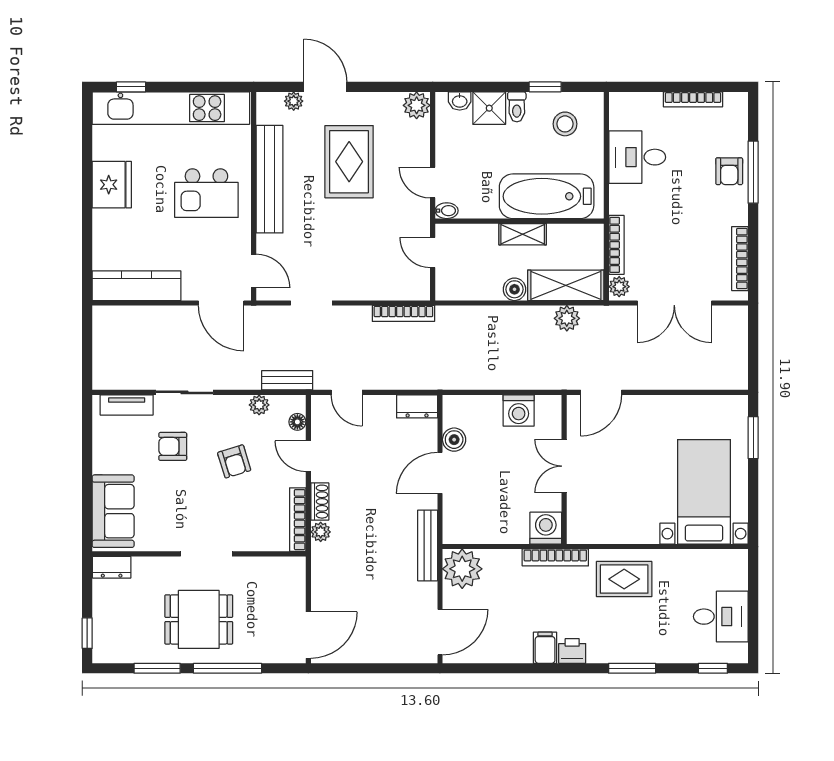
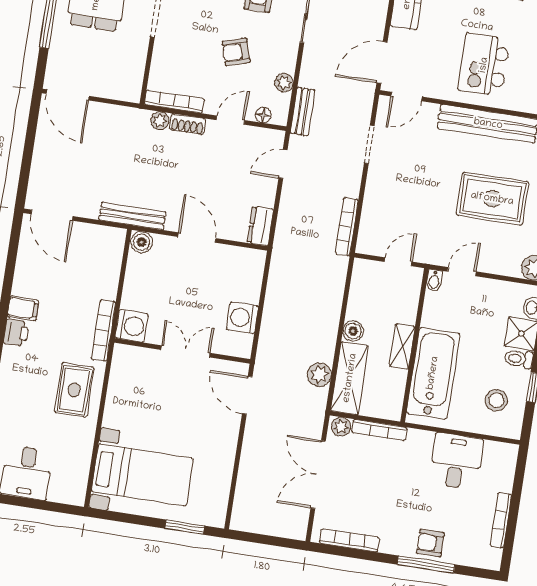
boiler: (454, 440) -> (142, 242), moved
plant: (462, 569) -> (106, 244), removed

